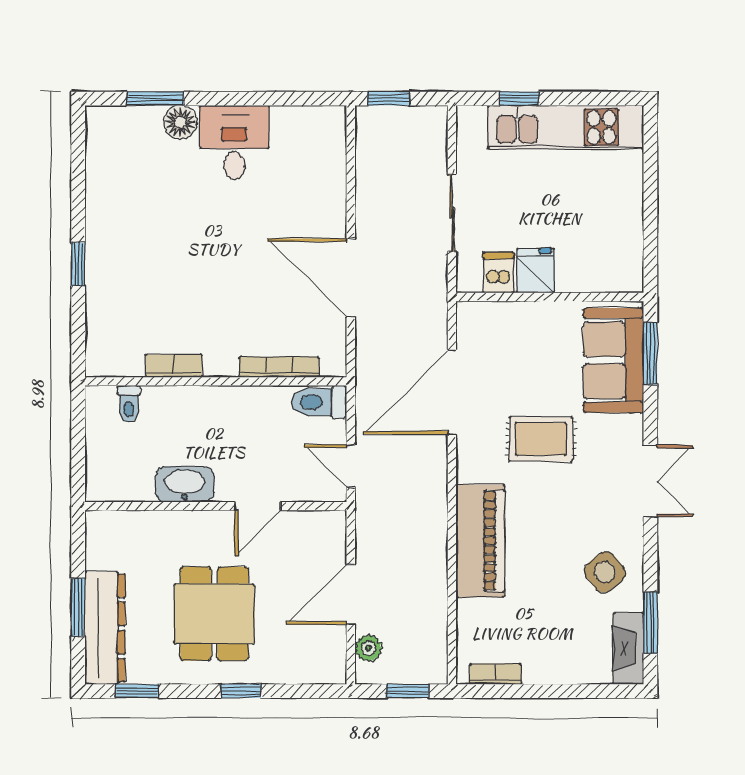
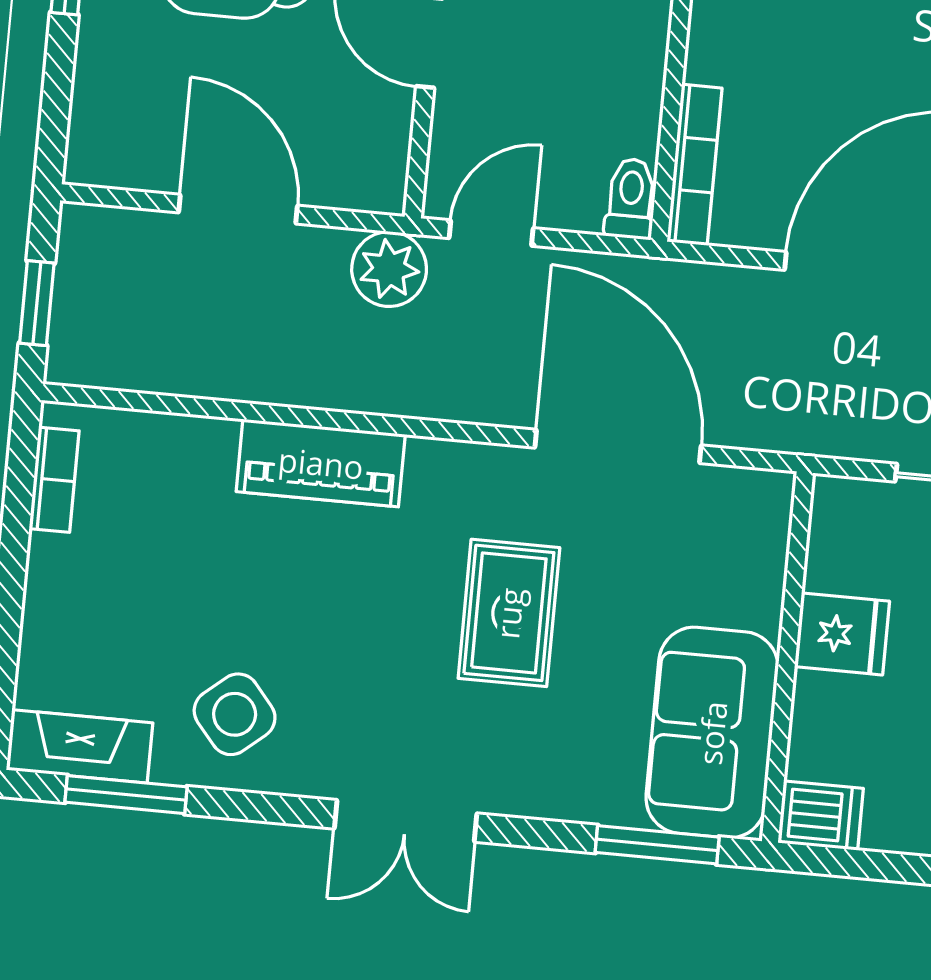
dishwasher: (498, 273) -> (821, 816), moved
sofa: (613, 360) -> (712, 733), moved, turned -90
bookcase: (279, 367) -> (694, 165), moved
toilet: (319, 402) -> (631, 199), width x0.73, depth x0.72
piano: (480, 541) -> (321, 463), width x0.73, depth x0.75
plant: (369, 648) -> (389, 269), moved, width x1.38, depth x1.38

